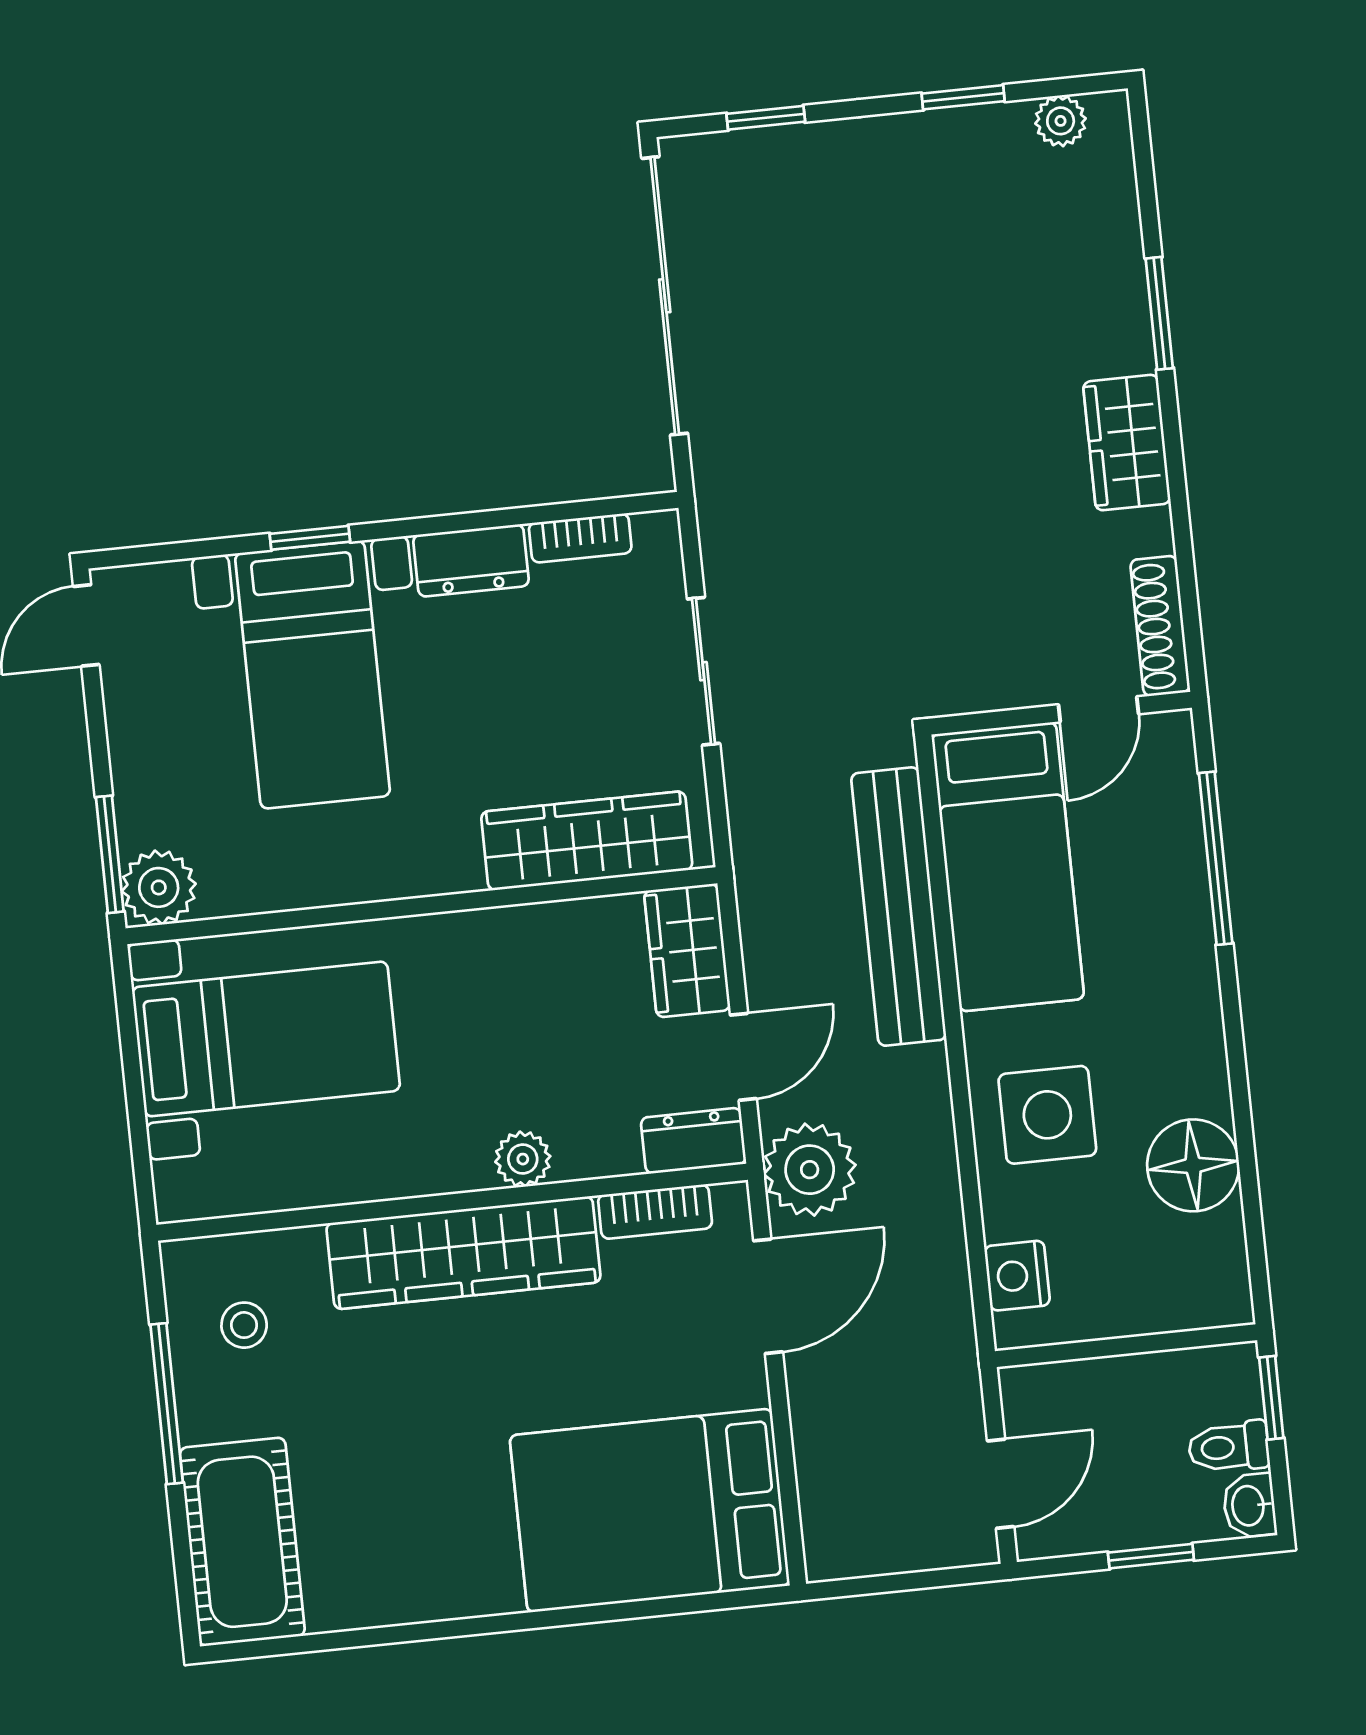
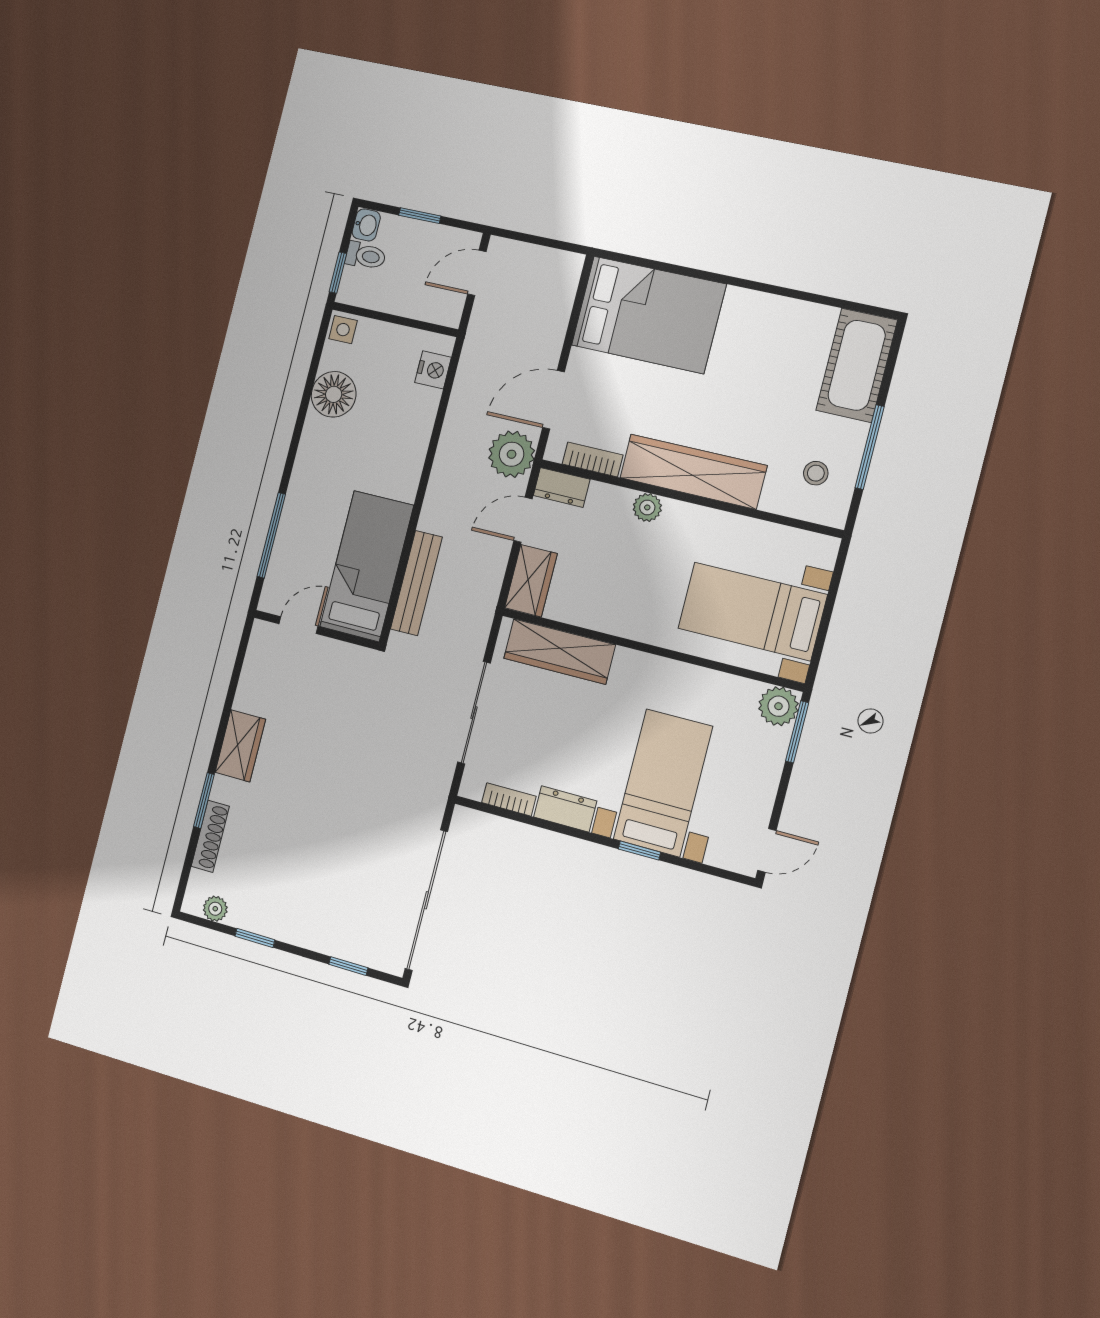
shoe rack: (1160, 626) -> (210, 836), moved
sliding door: (704, 671) -> (474, 713), width x1.37
bench: (899, 907) -> (416, 583), width x0.73, depth x0.82
side table: (1047, 1115) -> (343, 330), moved, width x0.54, depth x0.54

